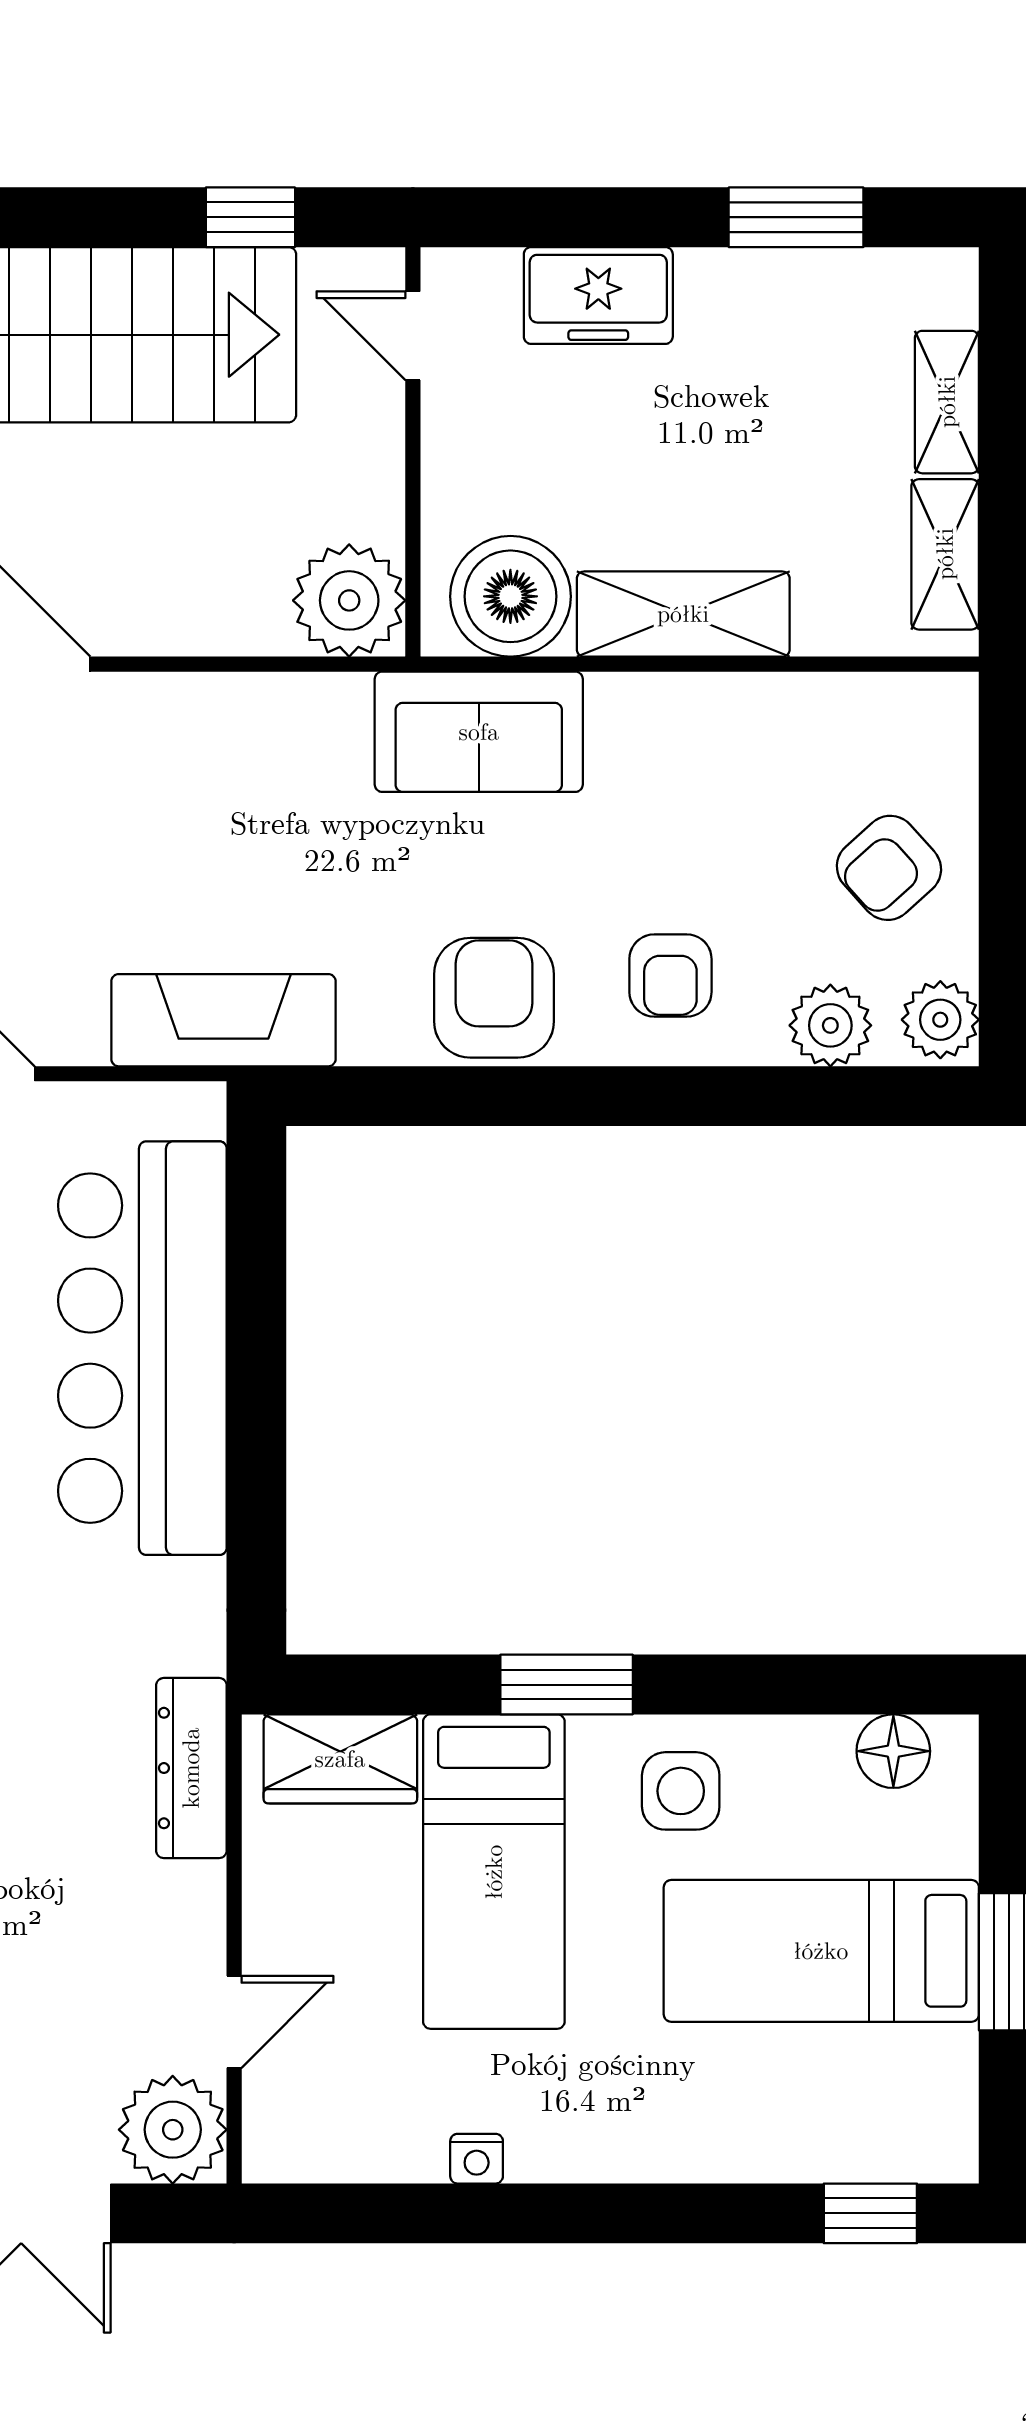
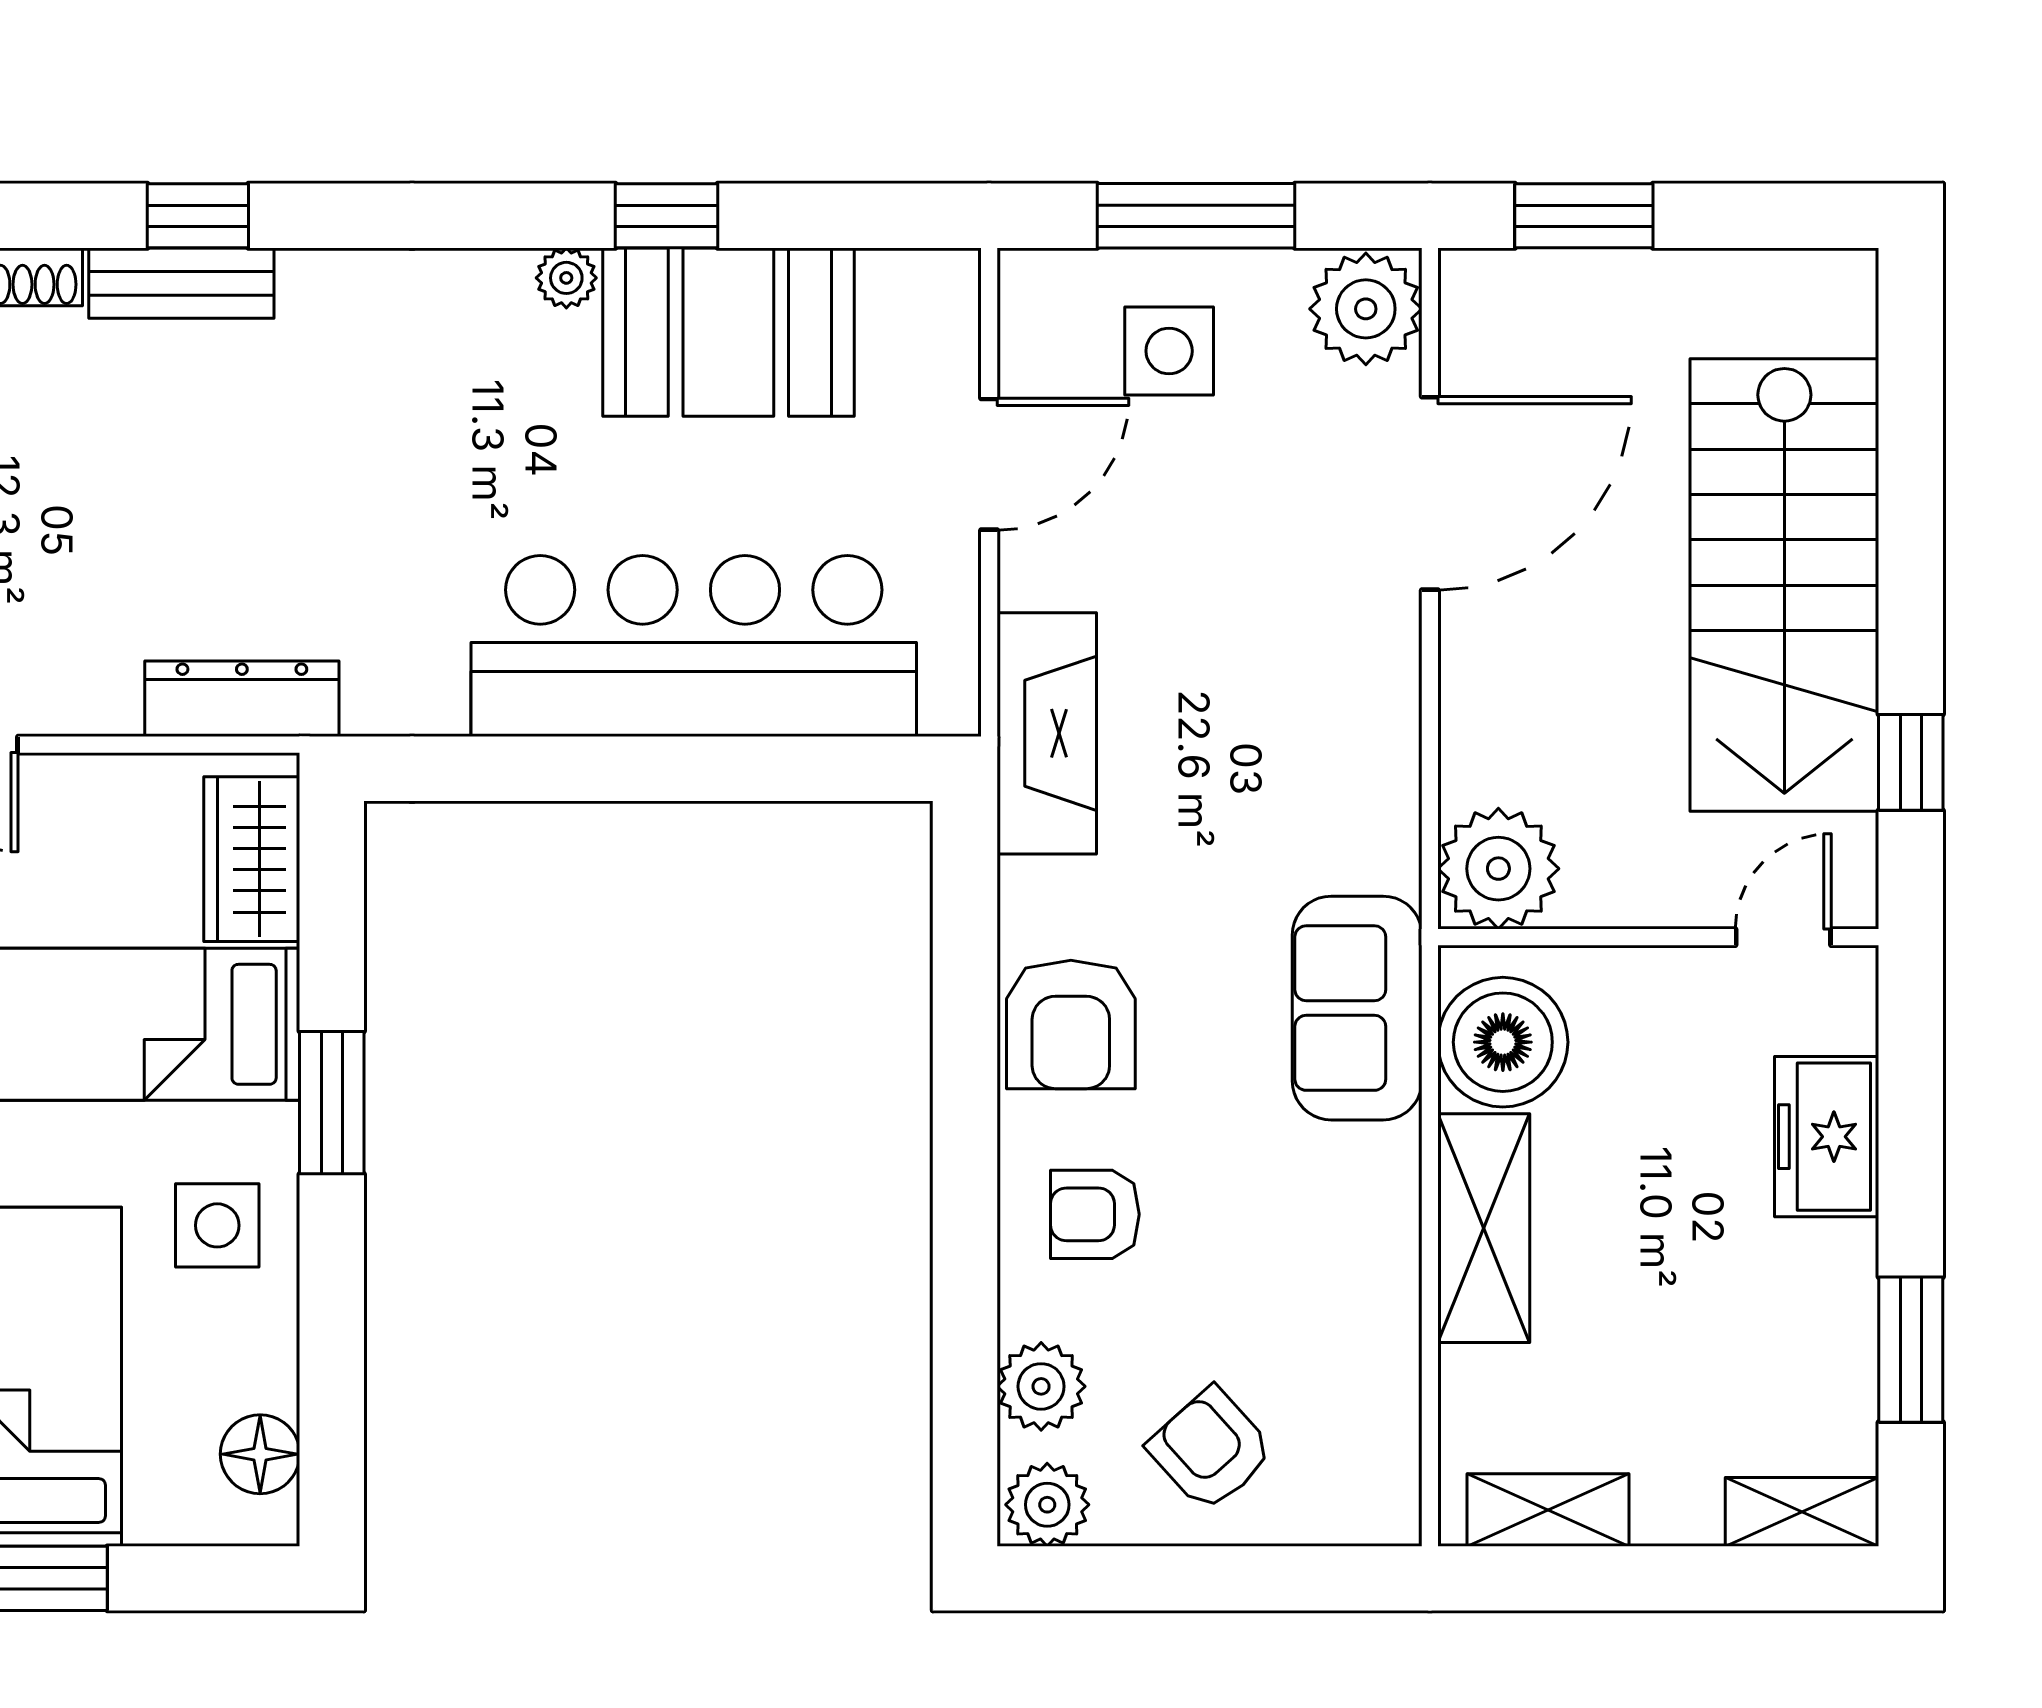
shelving: (947, 402) -> (1802, 1512), moved
armchair: (494, 998) -> (1071, 1024), turned 90

